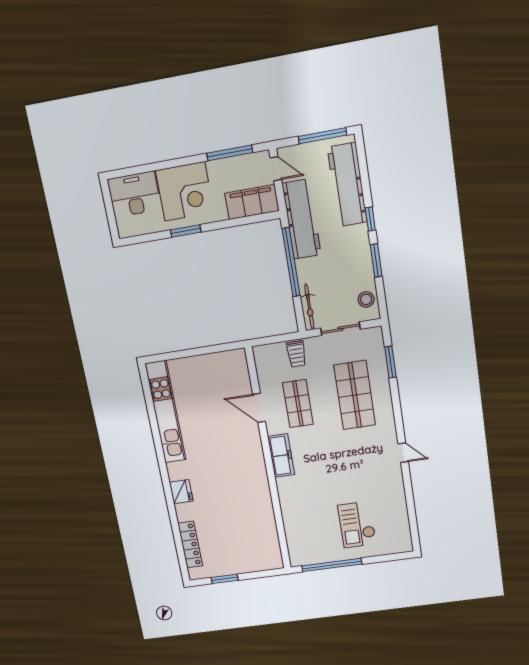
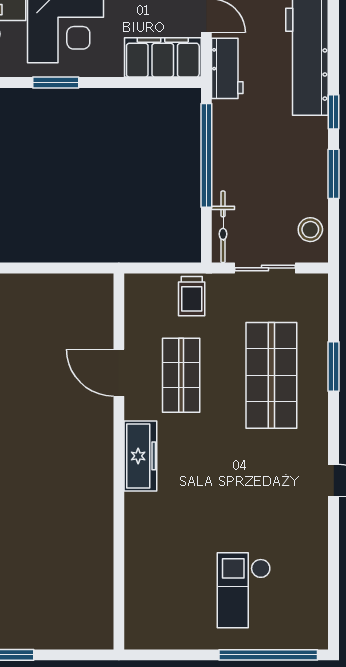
workbench: (302, 219) -> (227, 68), width x0.53, depth x0.76
window: (390, 362) -> (334, 366), moved
window: (332, 565) -> (268, 655), moved

